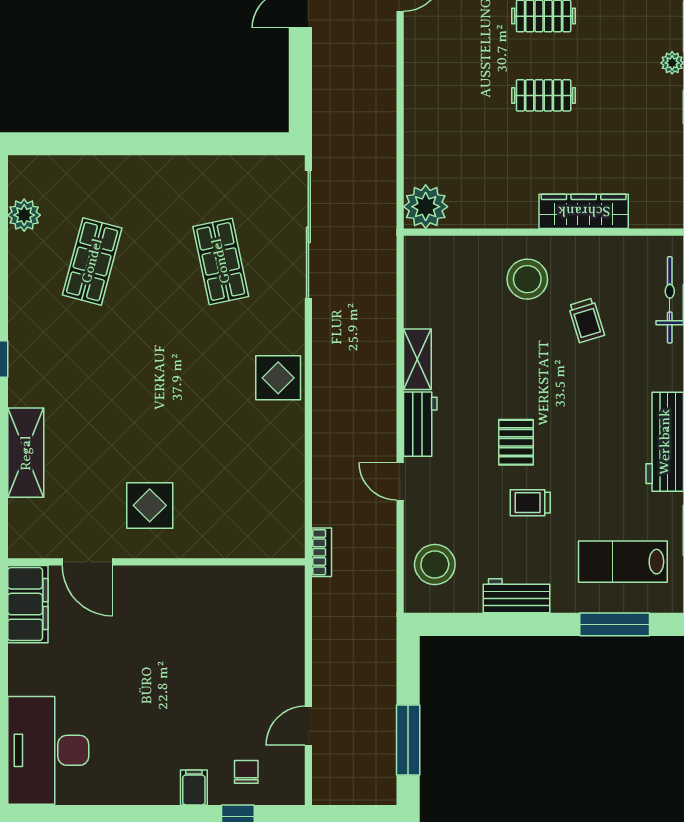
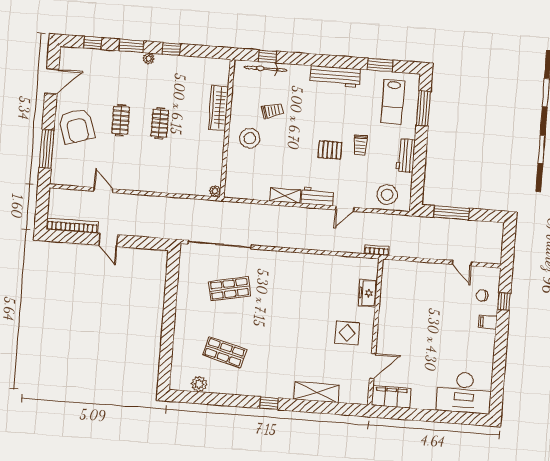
plant: (426, 207) -> (215, 191), width x0.53, depth x0.53
display table: (278, 378) -> (289, 265), removed
freezer: (233, 541) -> (368, 293), added
window: (408, 740) -> (451, 213), moved

